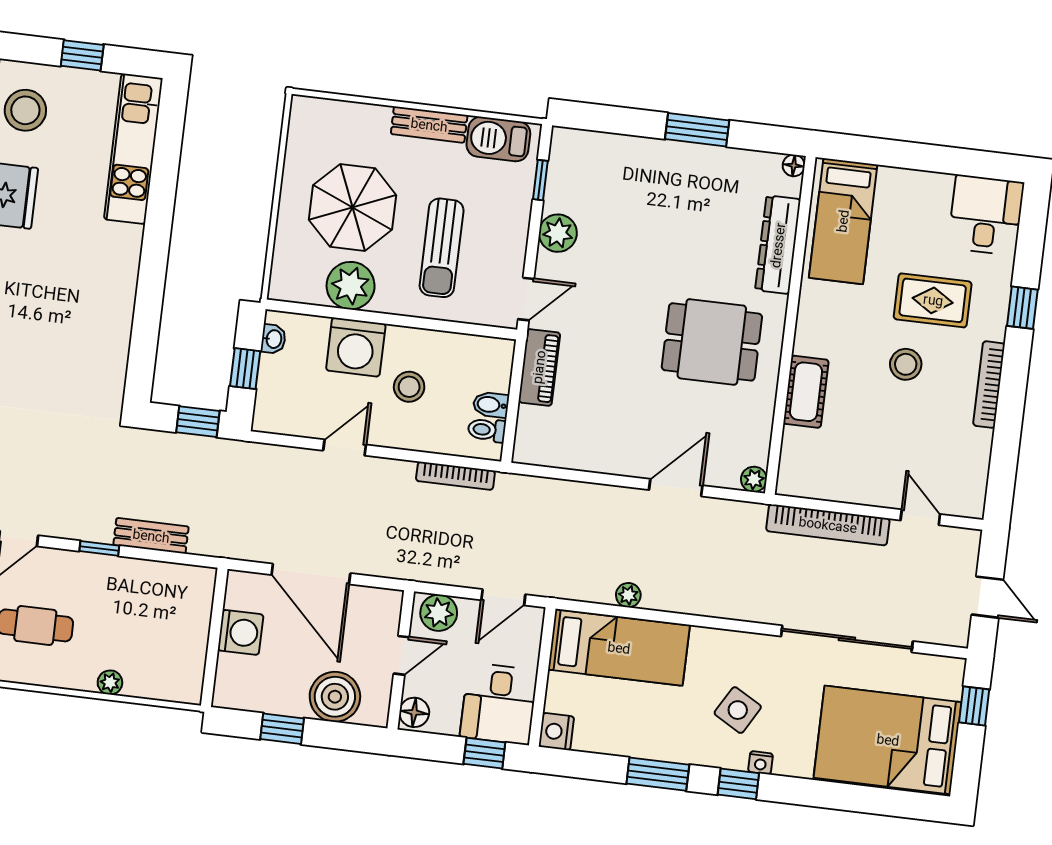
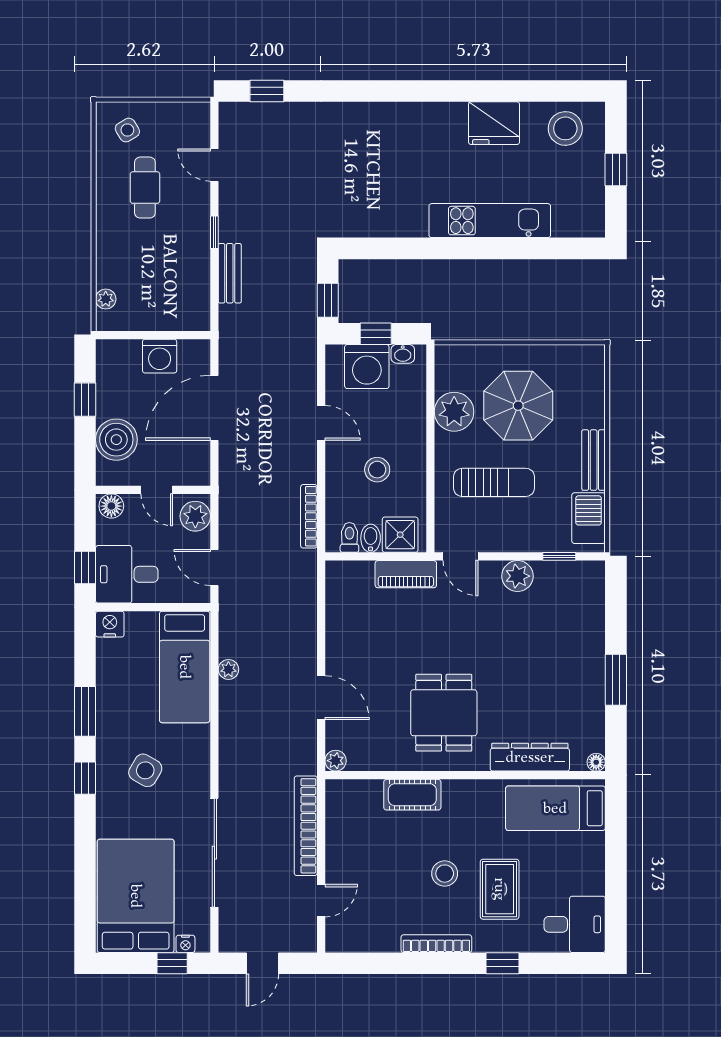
kitchen unit: (133, 149) -> (490, 221), moved
sun lounger: (442, 248) -> (494, 482), turned 180
washing machine: (356, 347) -> (367, 367), moved, turned -90
shower: (491, 369) -> (400, 535), added
plant: (110, 683) -> (106, 299), moved
nightstand: (760, 763) -> (185, 944), moved, turned -90

